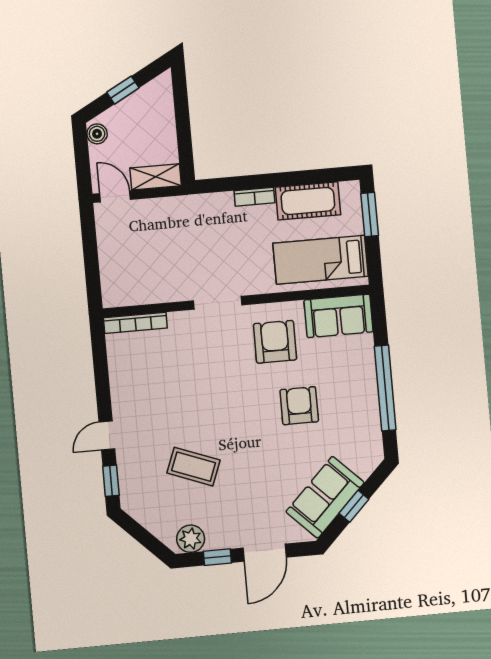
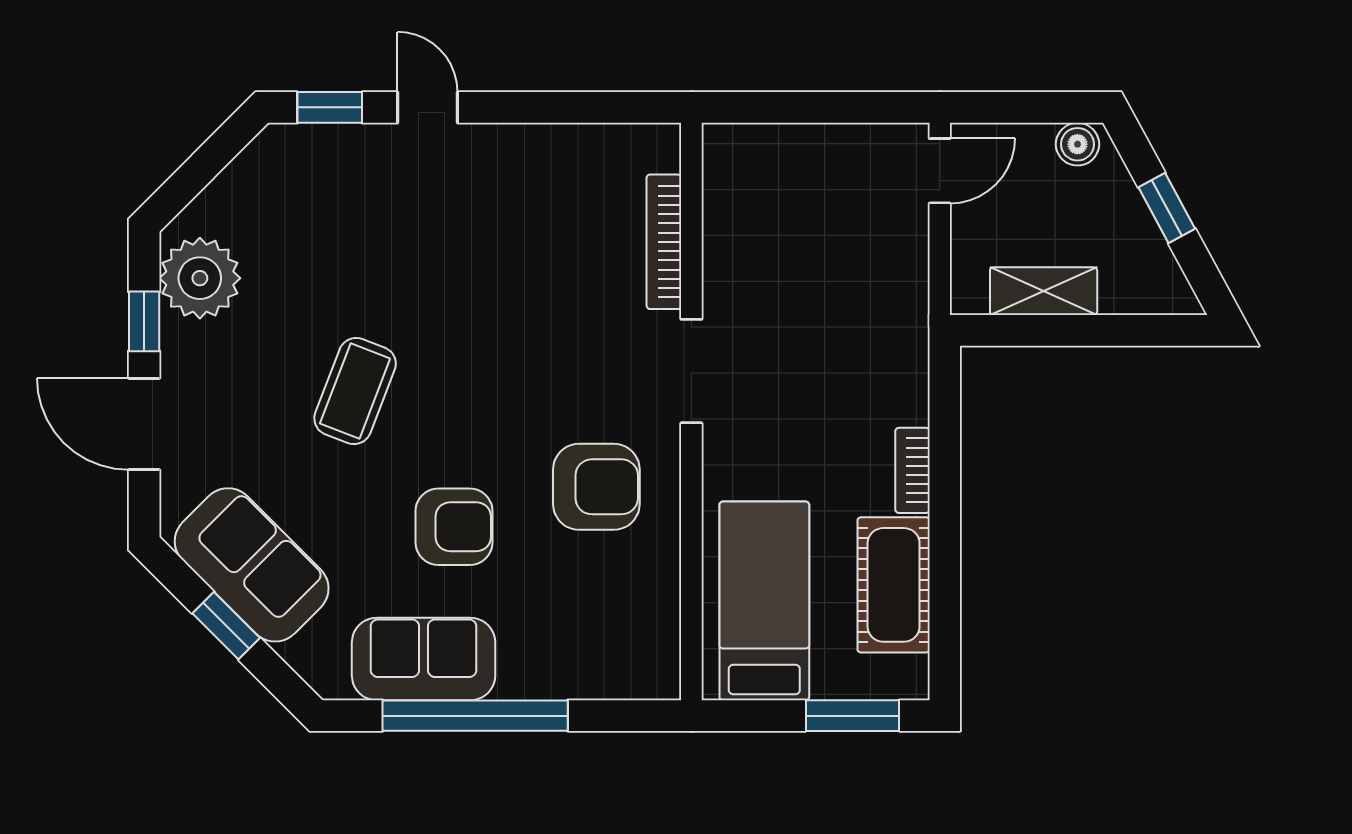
shelving: (156, 177) -> (1044, 291), moved, turned 90
sofa: (338, 316) -> (424, 659), moved, turned 90
bookcase: (135, 323) -> (664, 242), moved
coffee table: (194, 467) -> (355, 391), moved
plant: (191, 539) -> (200, 278), width x1.36, depth x1.36

